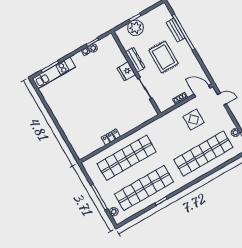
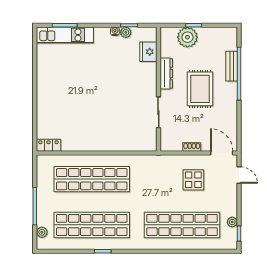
fridge: (126, 71) -> (148, 52), moved
locker: (111, 137) -> (49, 145), moved

